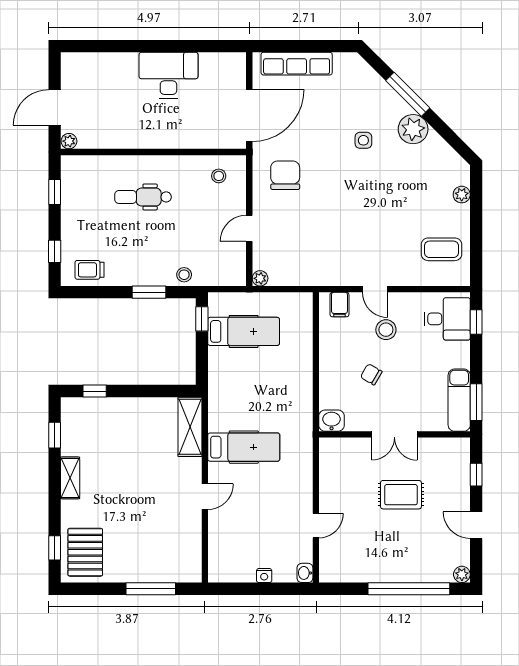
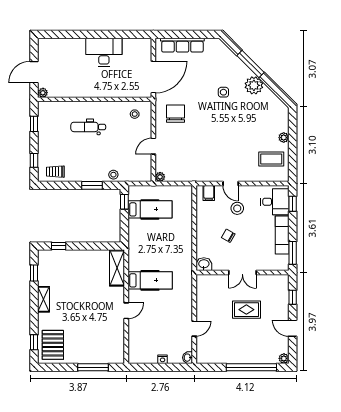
plant: (462, 195) -> (284, 138), moved
exam couch: (459, 400) -> (282, 235), moved

